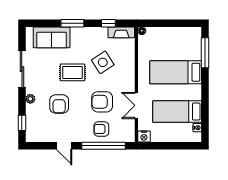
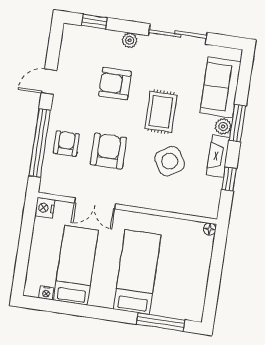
plant: (76, 32) -> (223, 126), added
fireplace: (121, 32) -> (218, 156), moved
double door: (136, 105) -> (95, 203), swing flipped

